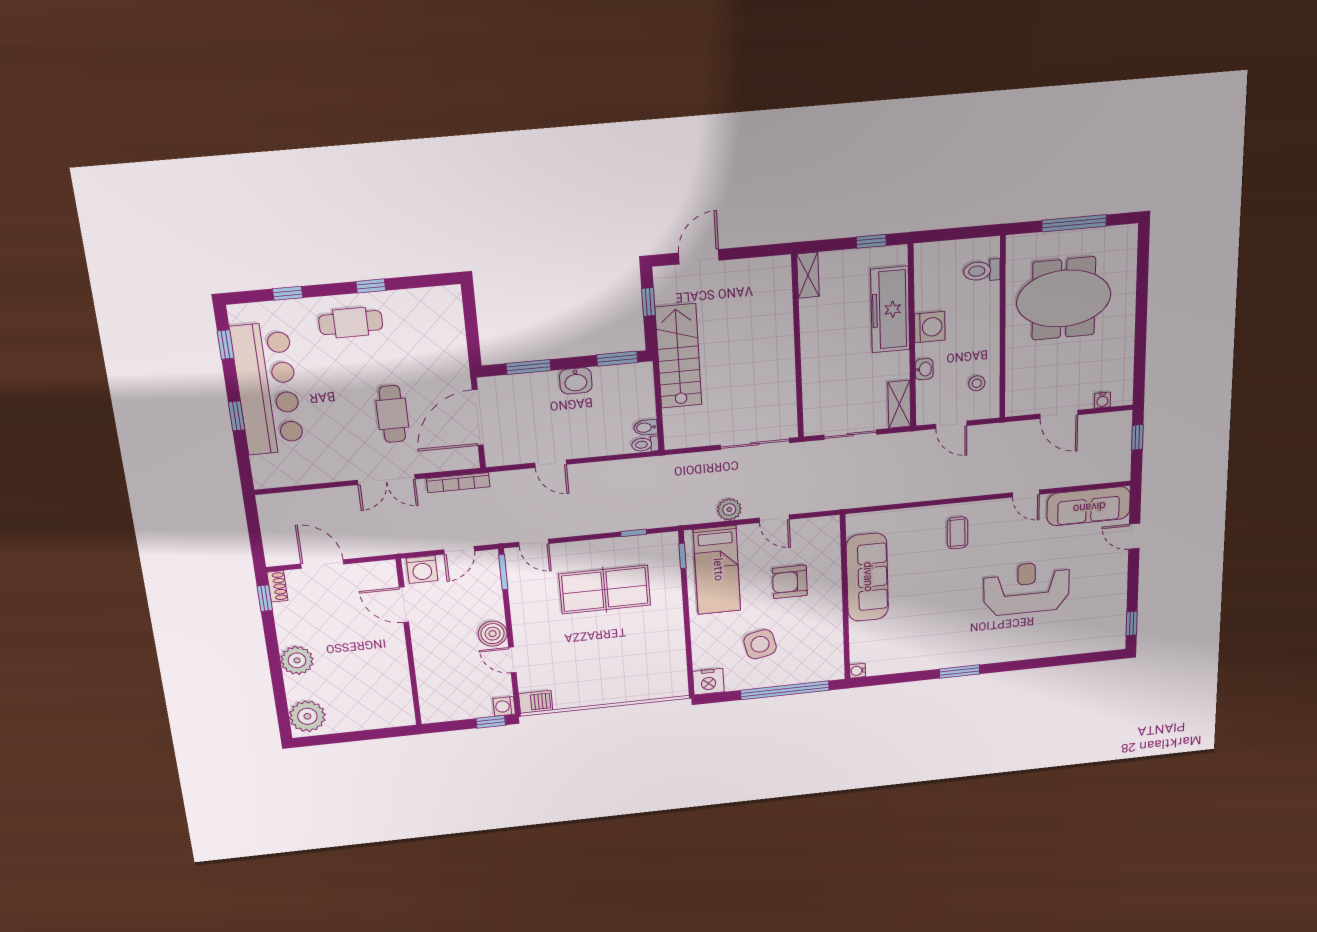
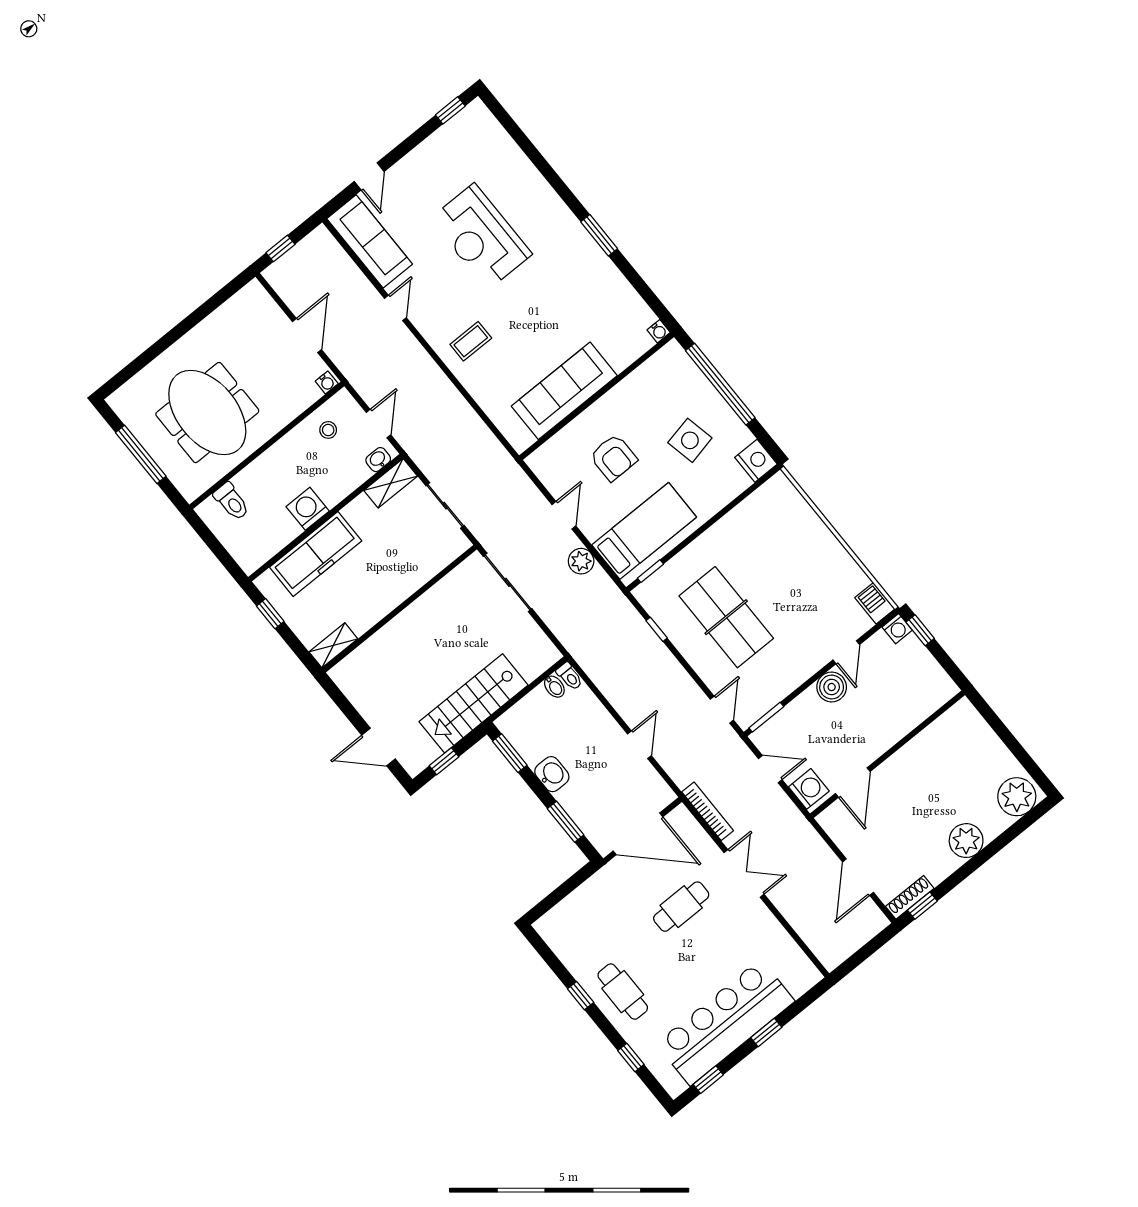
washbasin: (924, 369) -> (378, 460), moved
water cooler: (1102, 400) -> (327, 382), moved, turned 90
shoe rack: (277, 586) -> (910, 897), width x1.43

